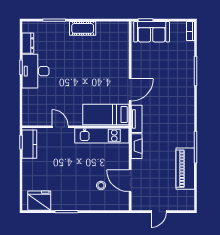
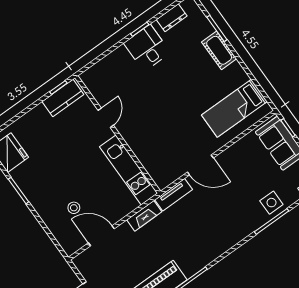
cot: (83, 28) -> (219, 50), moved
side table: (184, 63) -> (271, 203), added
desk: (36, 71) -> (147, 48), width x0.73
bed: (106, 115) -> (234, 108), moved, turned -90
door: (130, 181) -> (101, 236), hinge flipped

